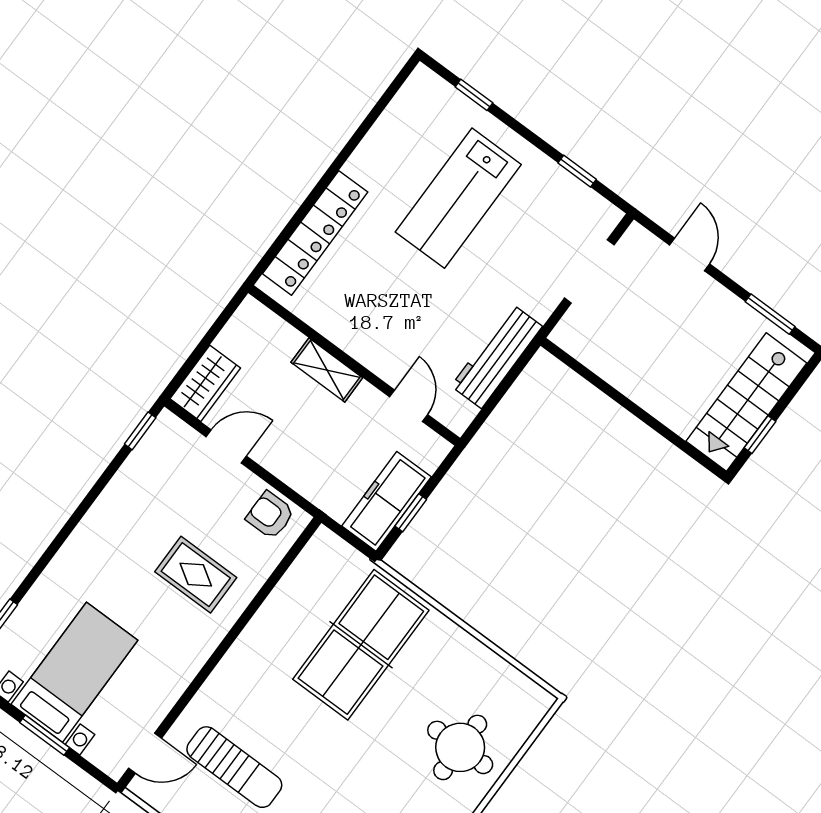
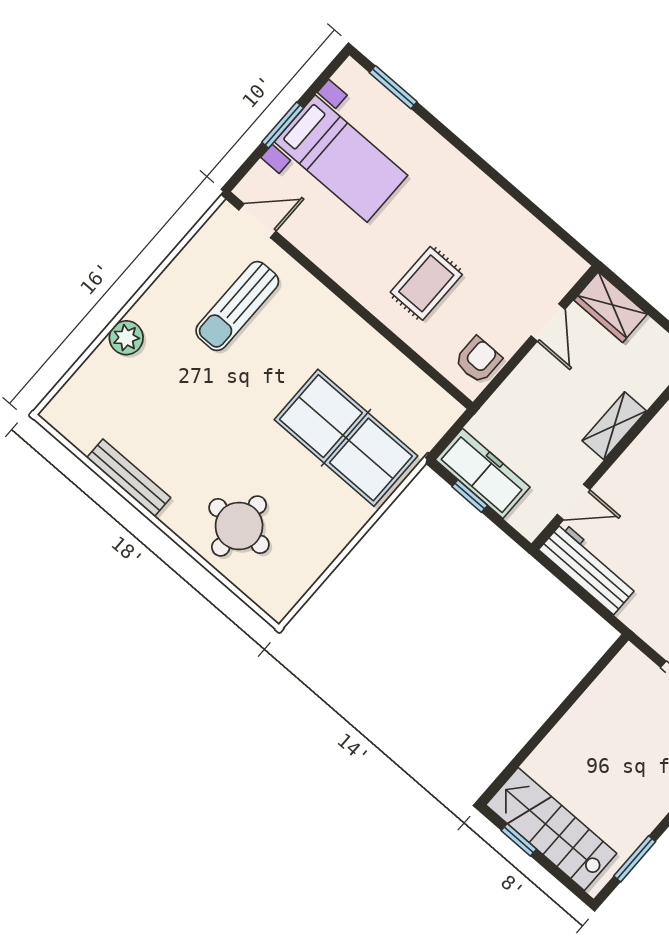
workbench: (497, 356) -> (588, 568), moved
window: (140, 431) -> (570, 240), removed
door: (145, 753) -> (257, 221), swing flipped

